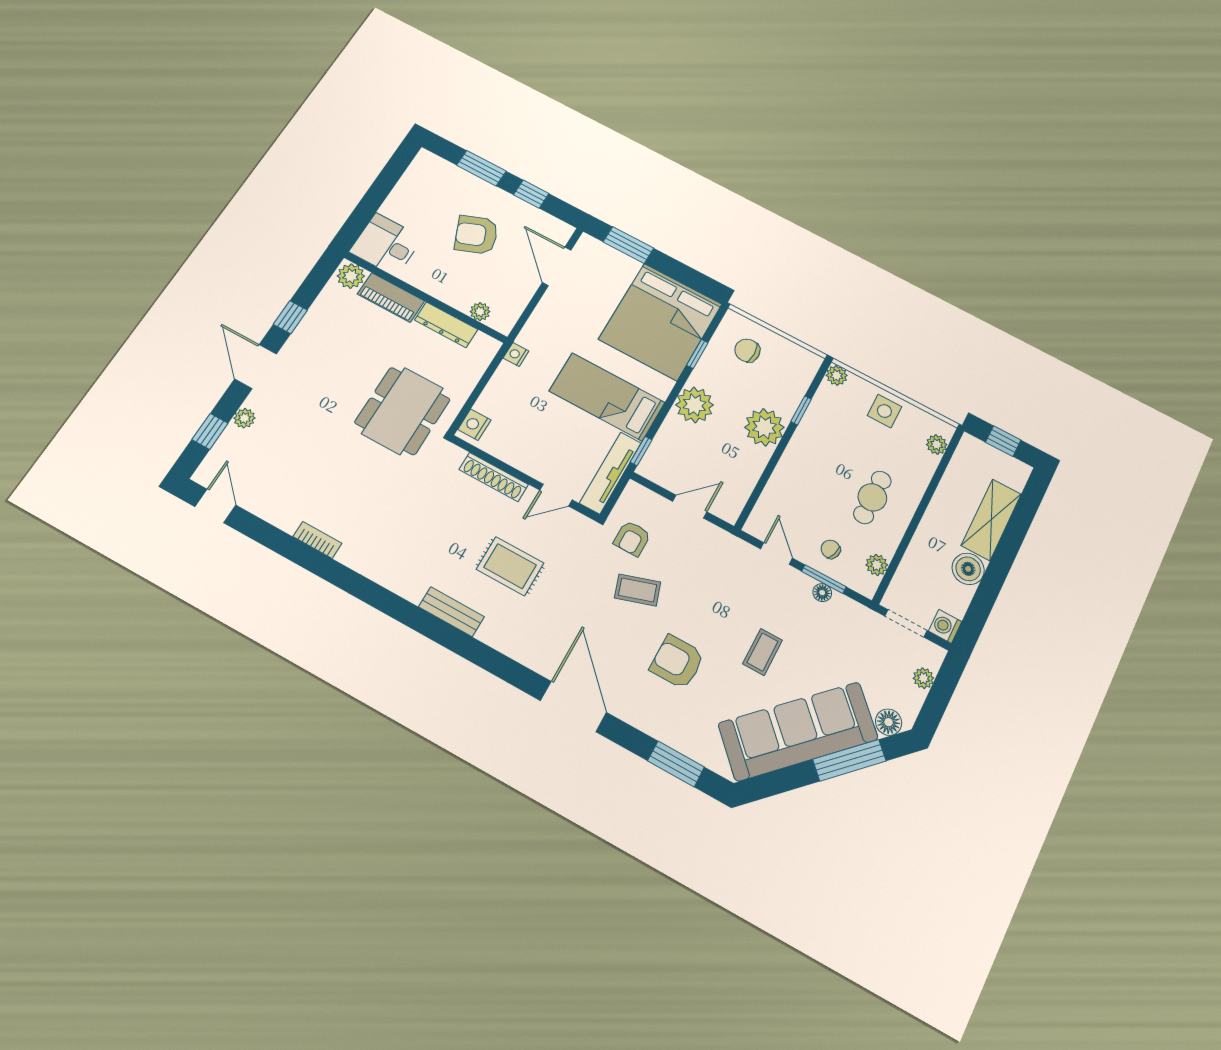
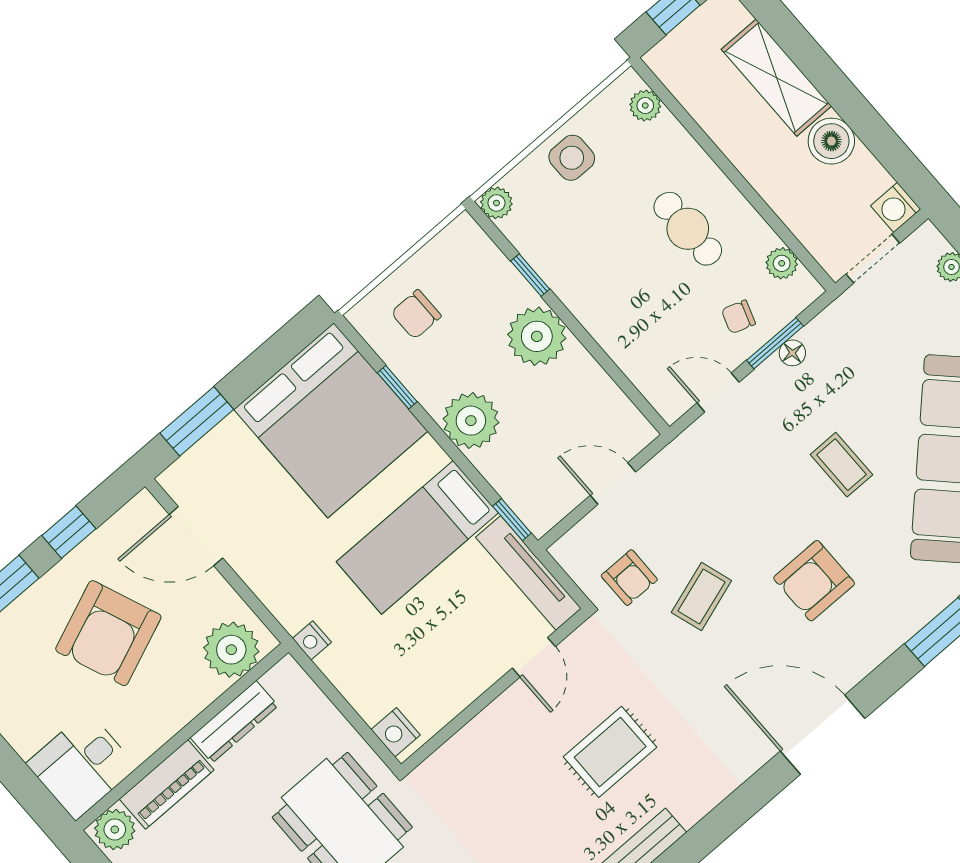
armchair: (476, 235) -> (108, 633), width x1.36, depth x1.36
plant: (480, 312) -> (231, 650), width x1.88, depth x1.88
shoe rack: (494, 477) -> (479, 731), removed
door: (690, 507) -> (613, 484), hinge flipped

